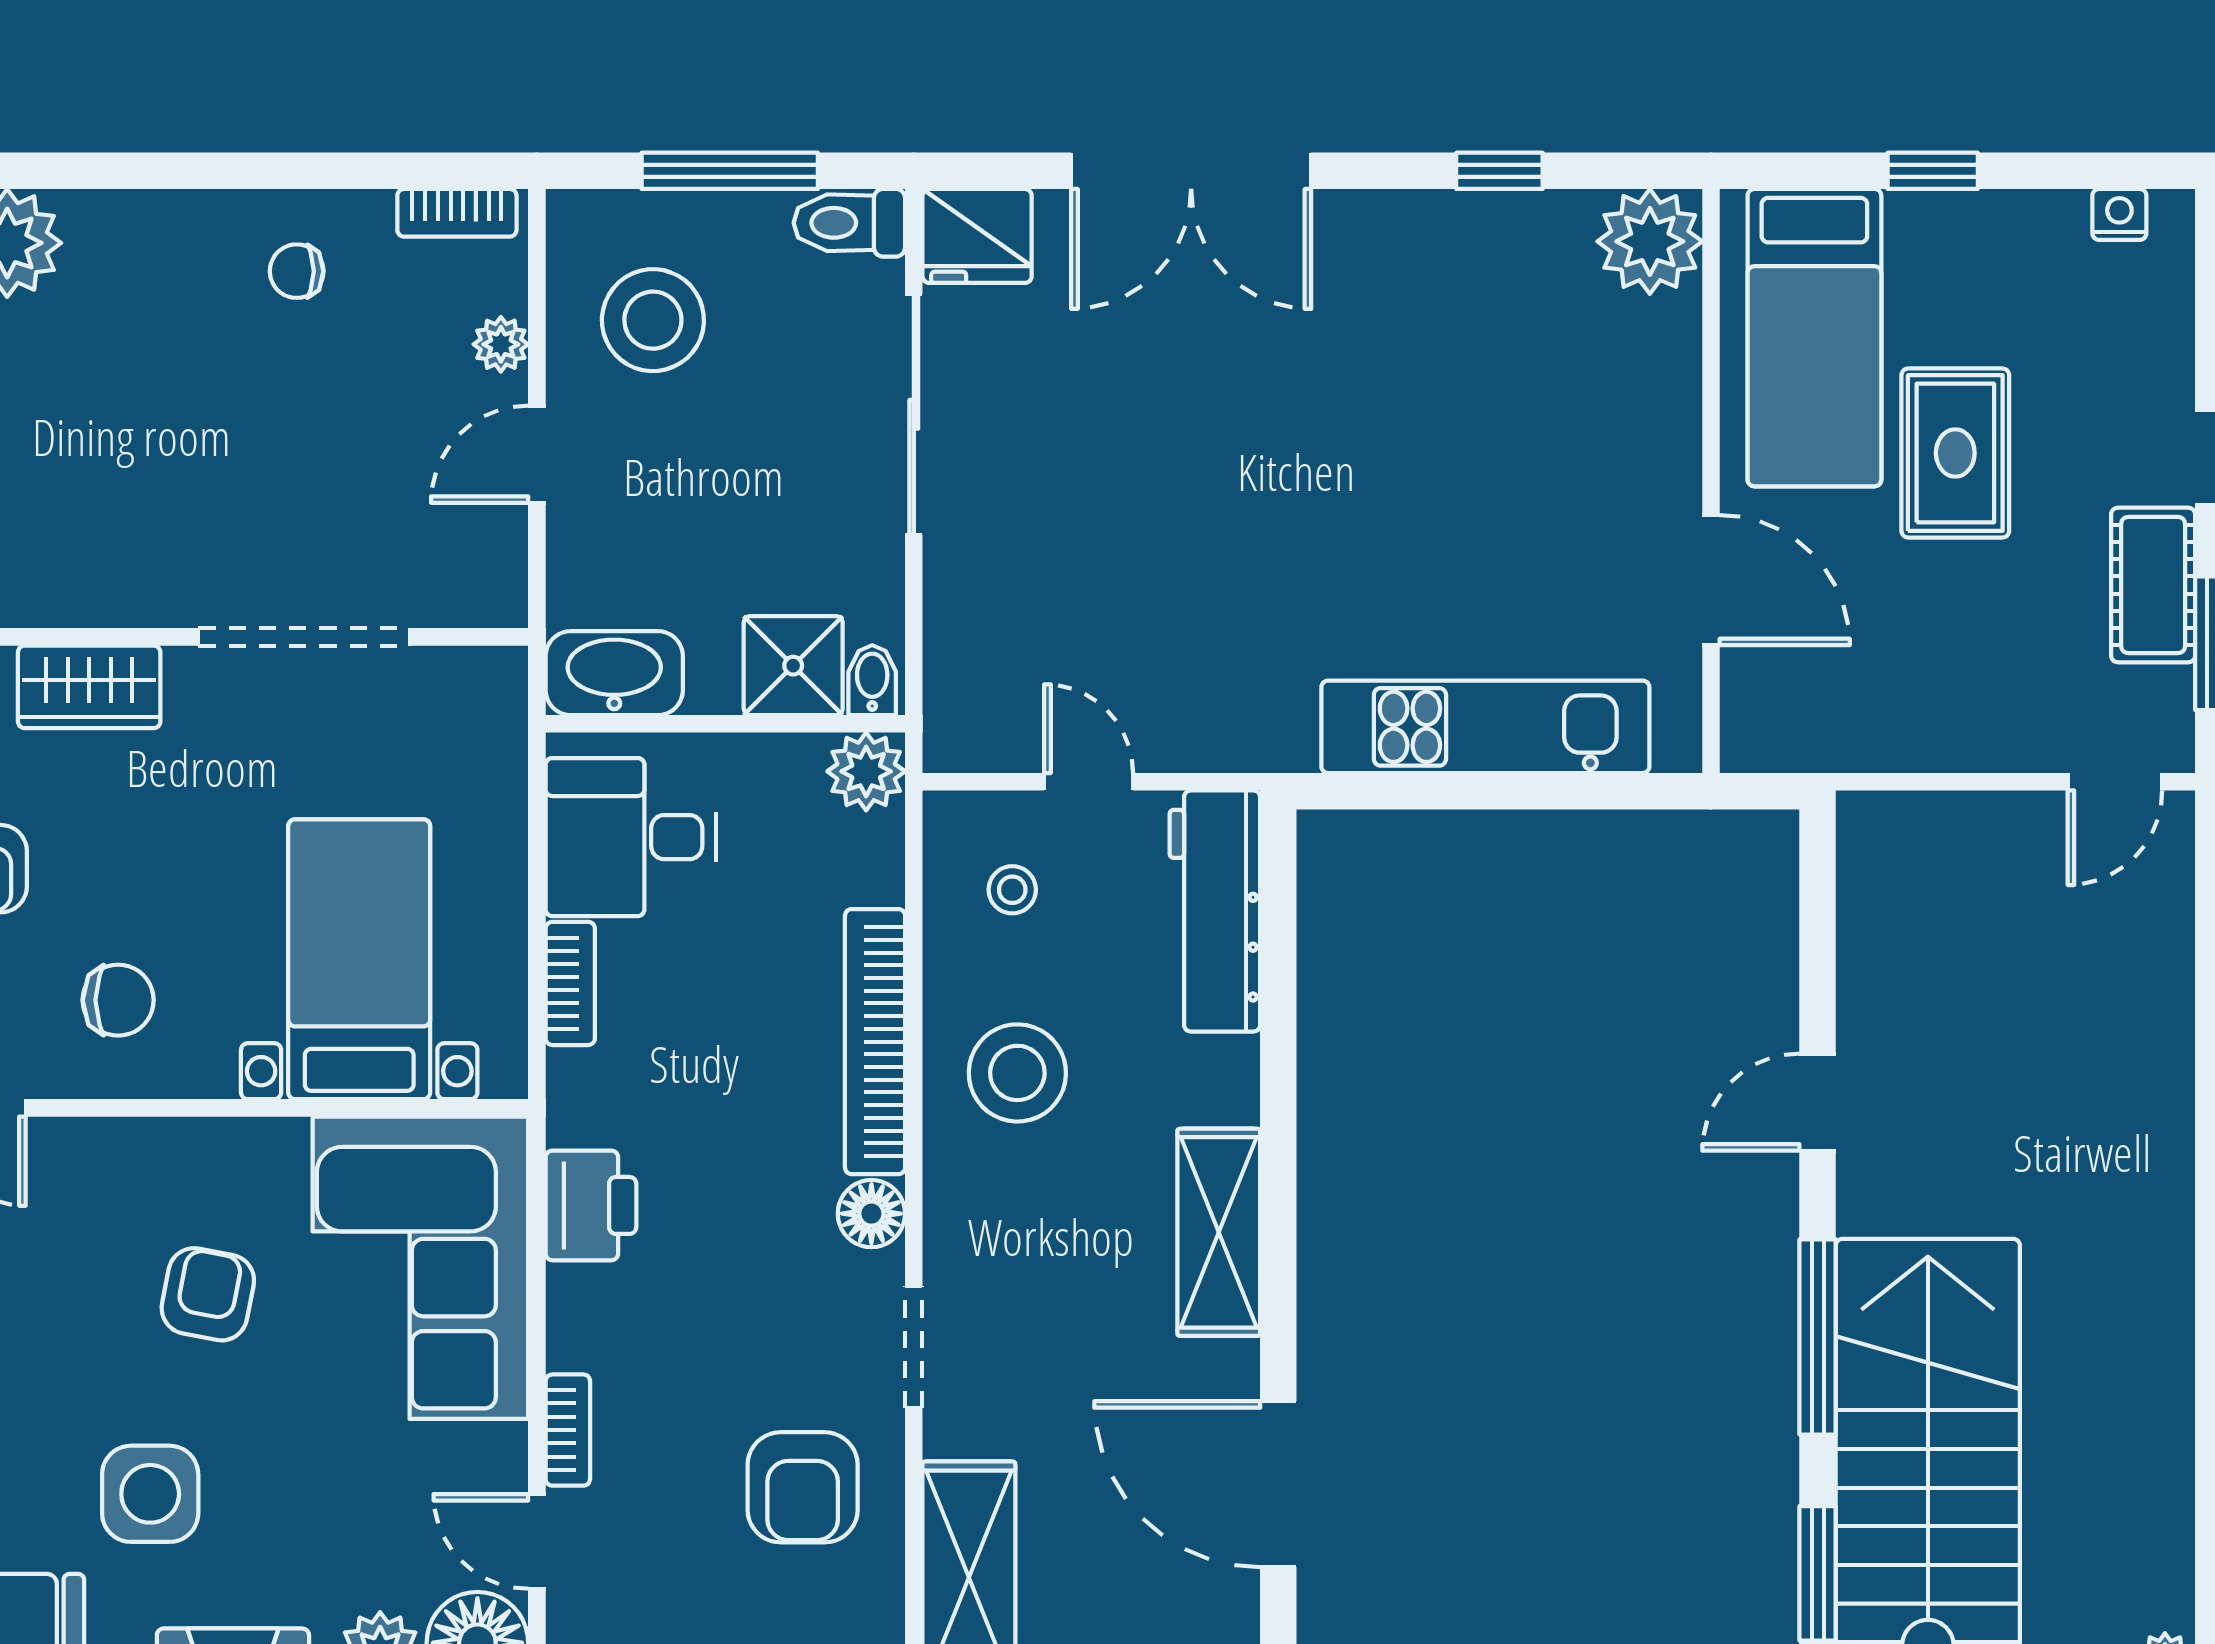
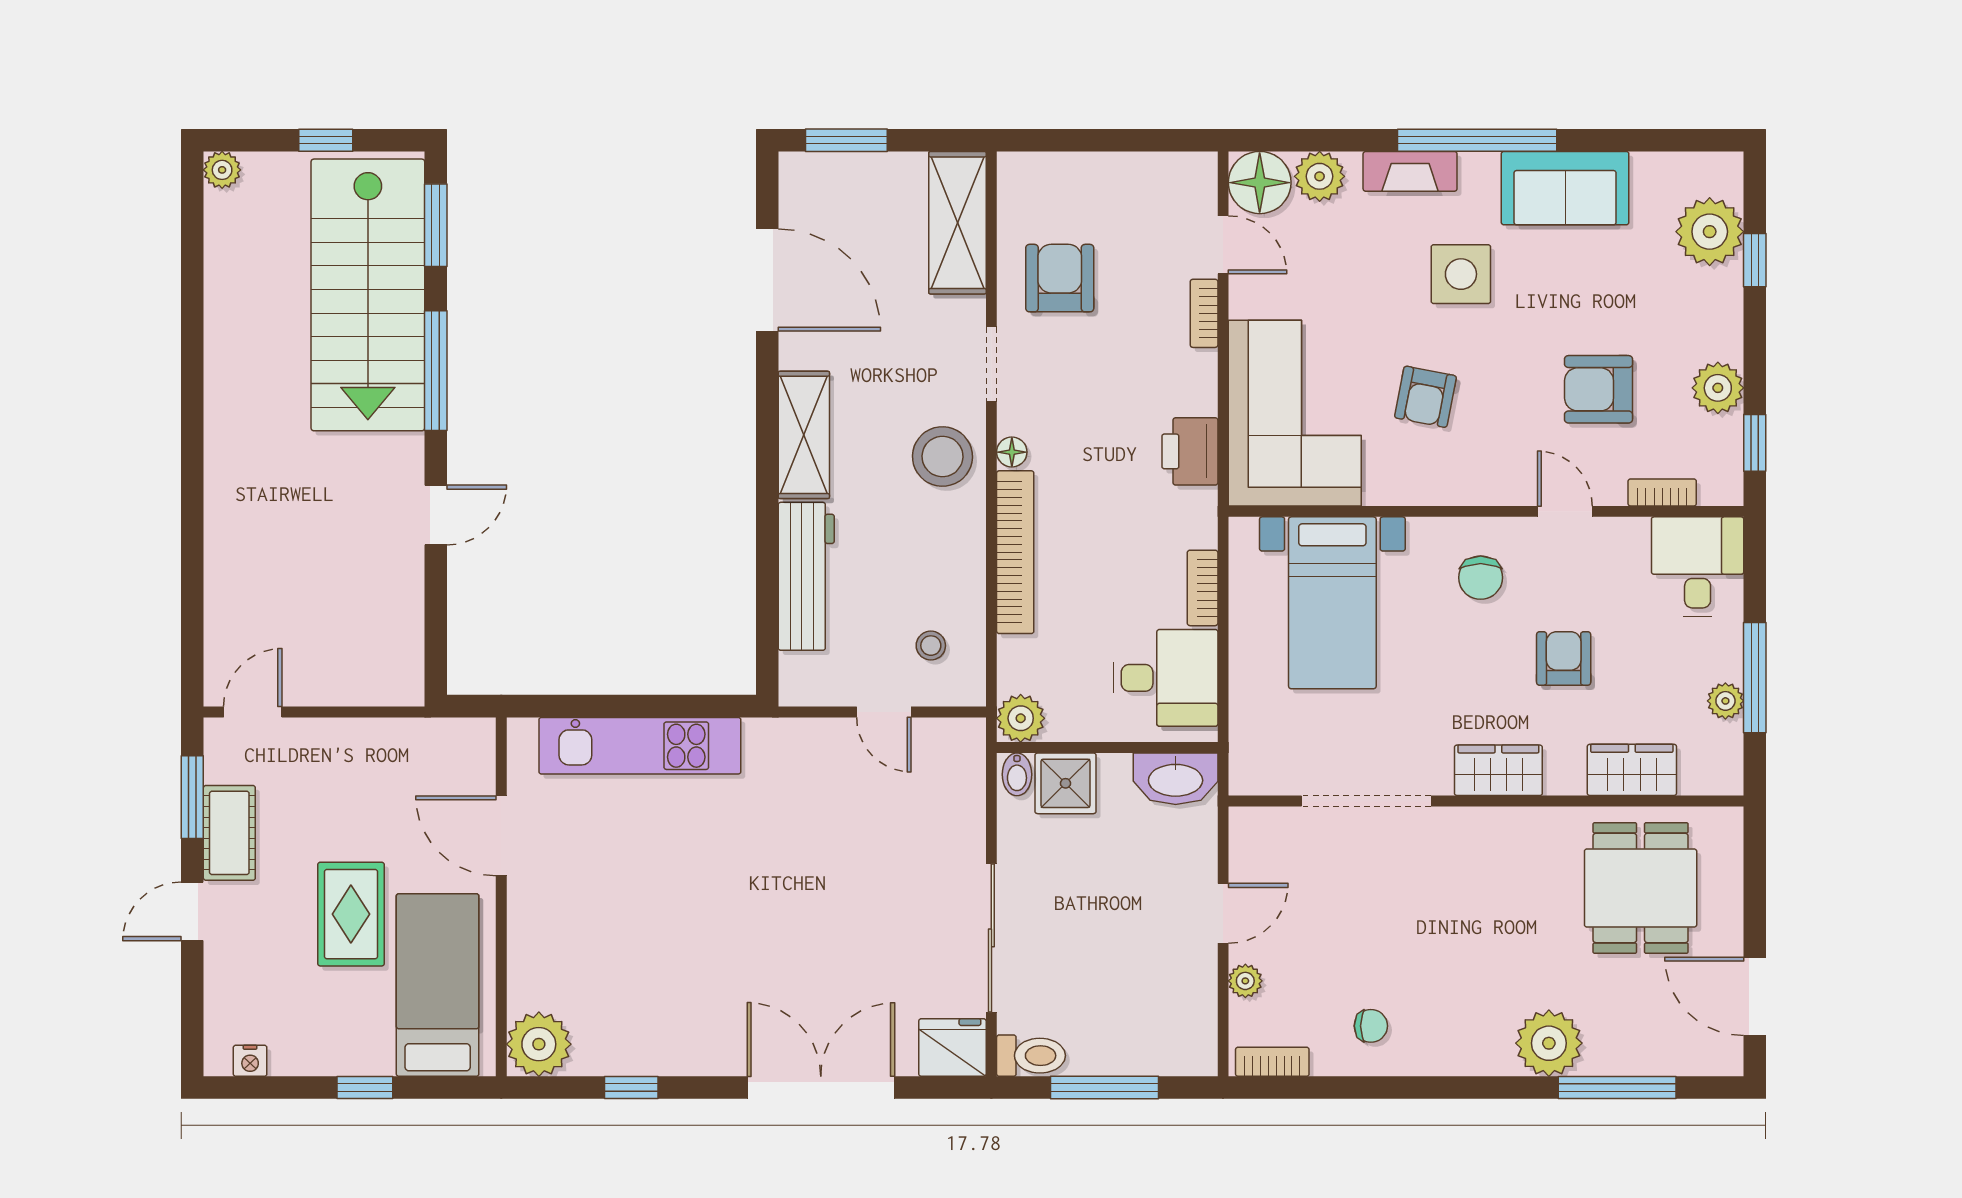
stool: (653, 320) -> (1152, 996), removed
workbench: (1215, 911) -> (806, 576), moved
chair: (118, 1000) -> (1481, 578), turned -90
stool: (1017, 1073) -> (942, 456), moved
floor lamp: (871, 1214) -> (1012, 452), width x0.73, depth x0.73

